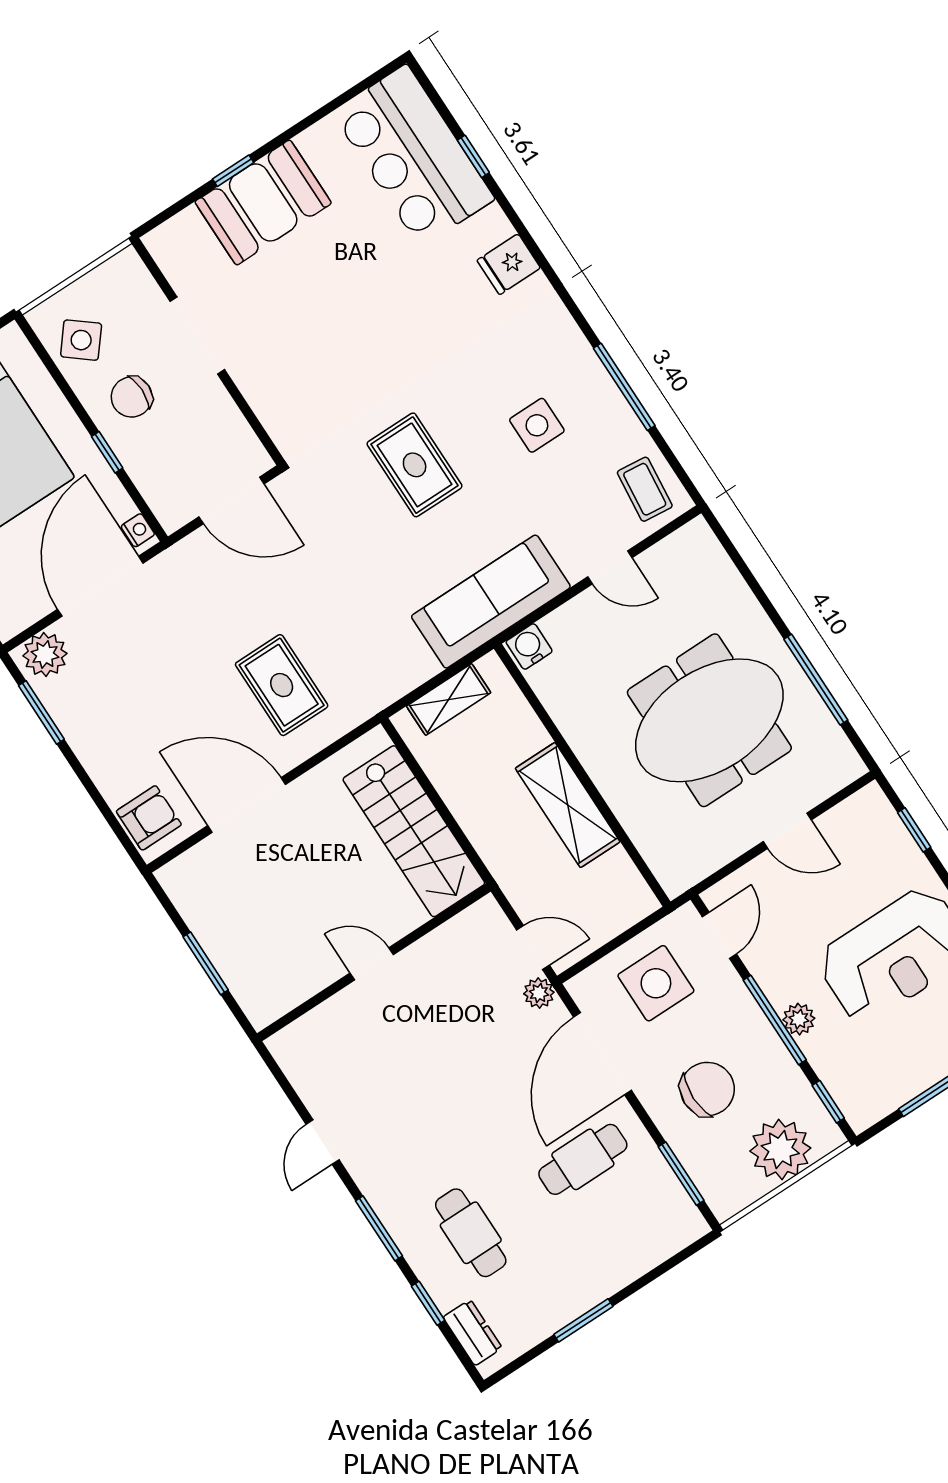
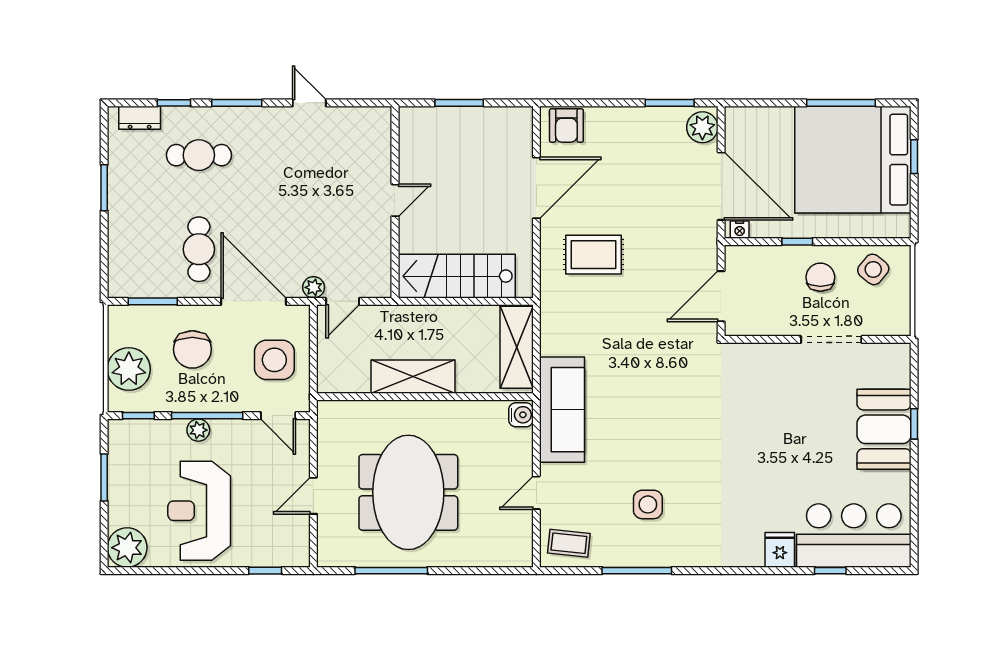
fridge: (509, 264) -> (780, 550), moved
rug: (415, 465) -> (672, 417), removed
shelving: (449, 699) -> (517, 347), width x1.50, depth x1.33

